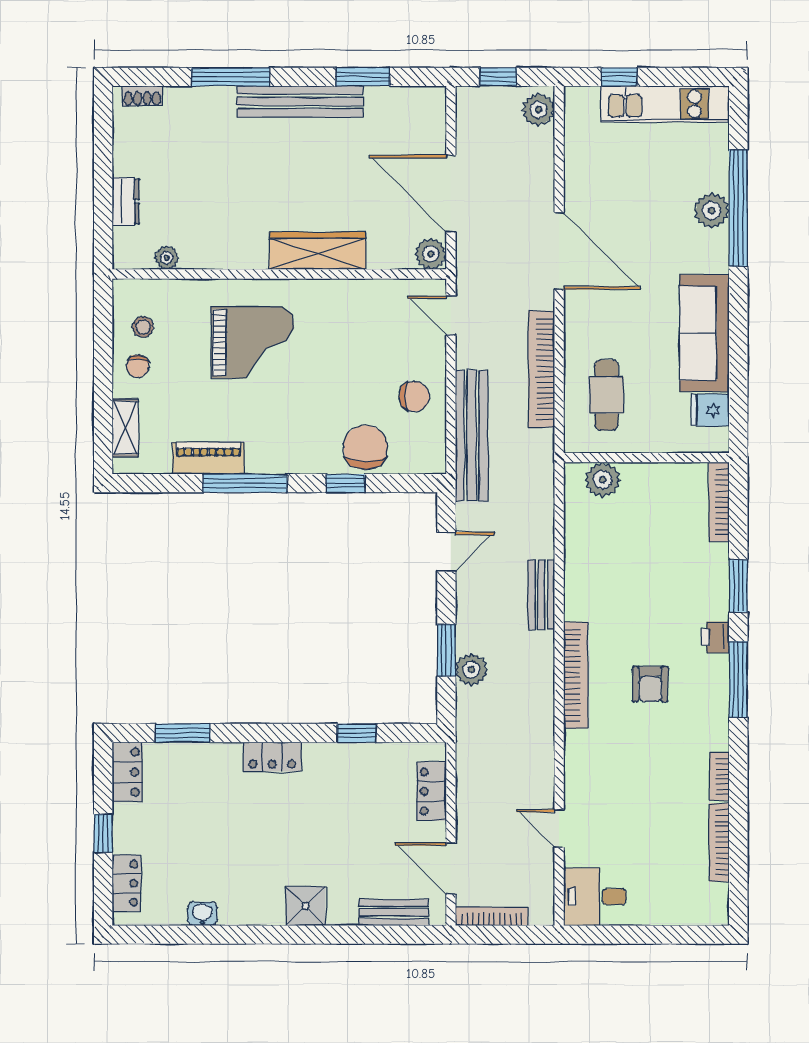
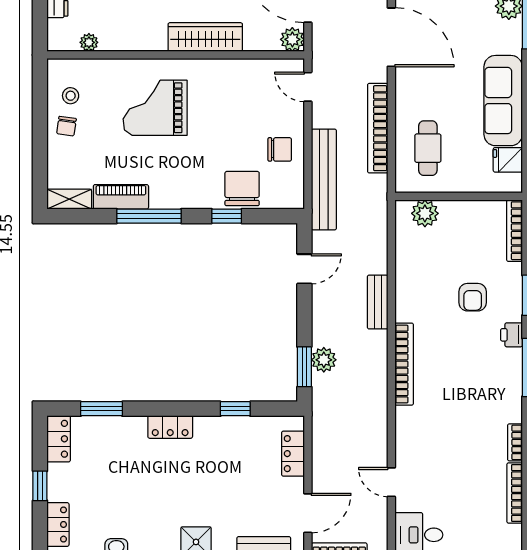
grand piano: (253, 343) -> (155, 108), turned 180
shelving: (125, 428) -> (69, 199), moved, turned 90
window: (446, 650) -> (304, 367), moved
armchair: (650, 684) -> (473, 297), moved
door: (451, 869) -> (308, 513), swing flipped

